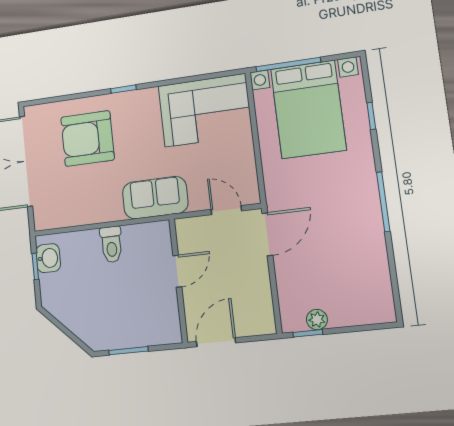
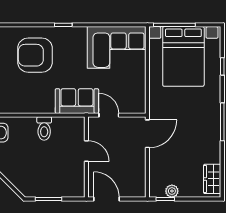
door: (226, 210) -> (109, 115), moved
door: (177, 271) -> (86, 151), hinge flipped
wardrobe: (379, 294) -> (212, 179), added
door: (216, 342) -> (107, 199), hinge flipped

